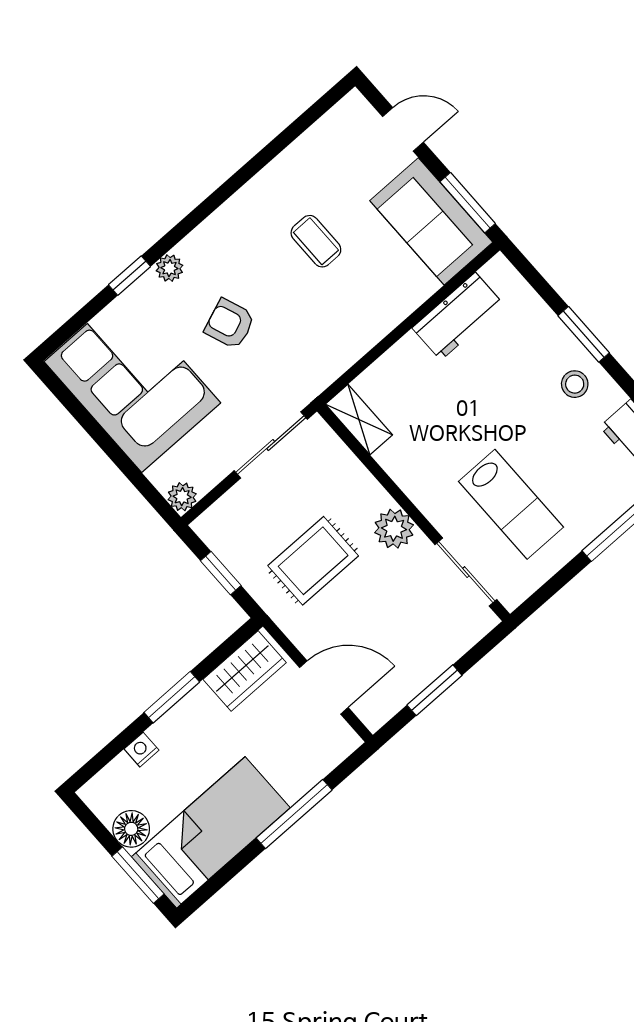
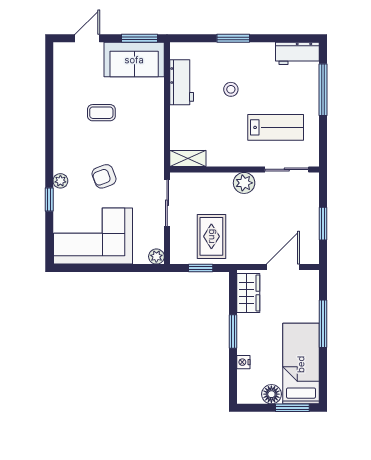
stool: (575, 384) -> (231, 89), moved
rug: (313, 561) -> (211, 236), moved

